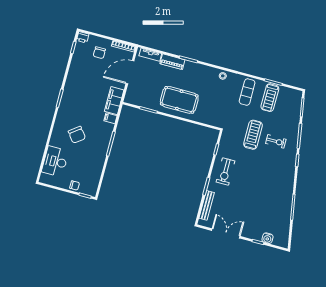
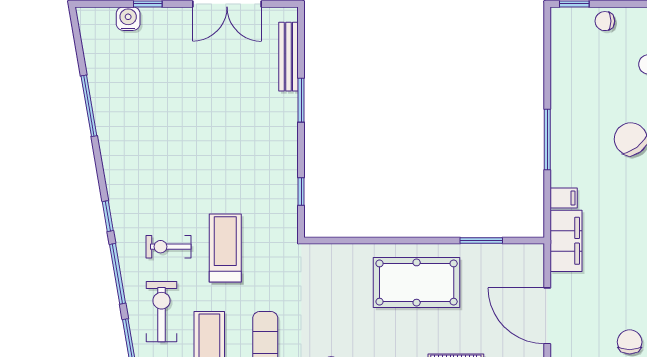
door: (130, 72) -> (547, 316), swing flipped
treadmill: (253, 135) -> (225, 248), turned 180
exercise bike: (225, 172) -> (162, 312), moved

